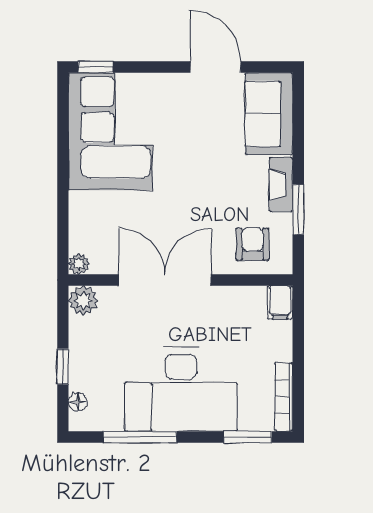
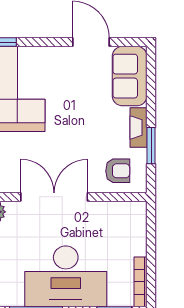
armchair: (252, 244) -> (118, 171), turned 90
filing cabinet: (280, 302) -> (138, 213), removed

